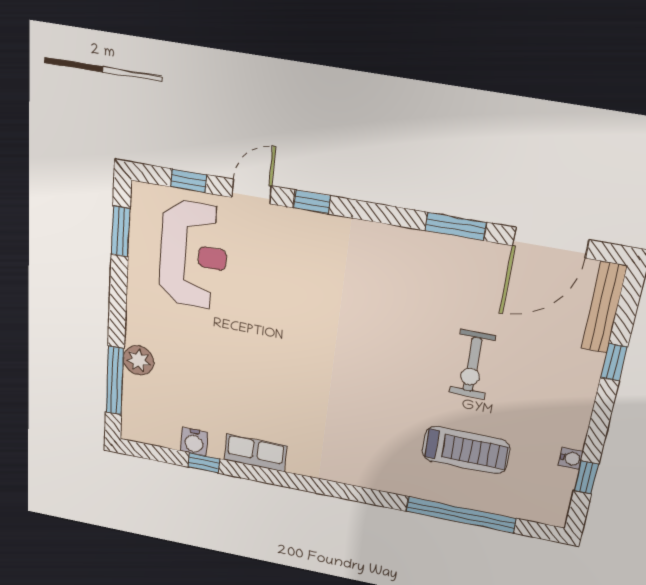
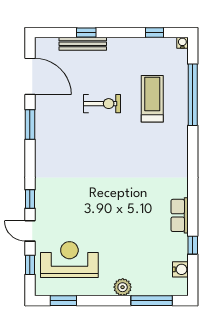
bench: (604, 308) -> (83, 44), moved
plant: (139, 360) -> (123, 287), moved
water cooler: (194, 442) -> (180, 269), moved
water cooler: (571, 459) -> (182, 43), moved

